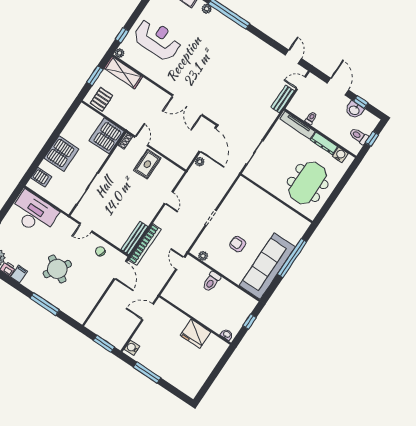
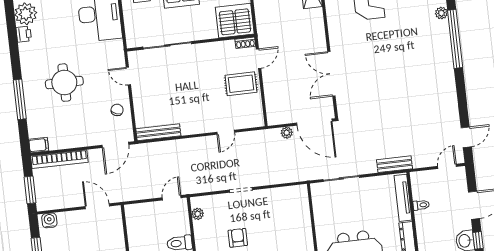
door: (301, 83) -> (447, 166), hinge flipped
bench: (283, 99) -> (394, 164), moved
door: (207, 140) -> (314, 122), hinge flipped
bookcase: (145, 245) -> (59, 159), moved
round table: (57, 269) -> (64, 83), turned -31
filing cabinet: (19, 274) -> (39, 145), moved

